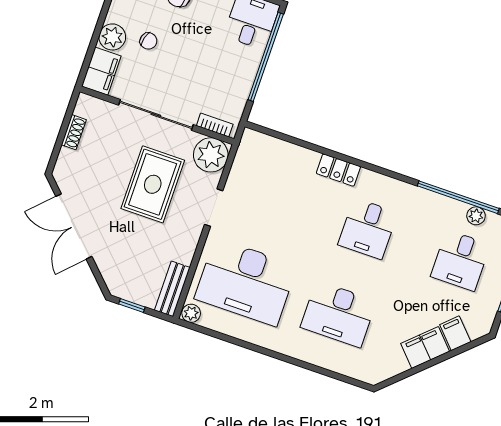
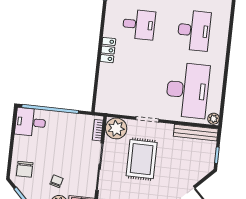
rug: (153, 184) -> (142, 159), turned 90
bench: (172, 289) -> (196, 133), width x1.36

